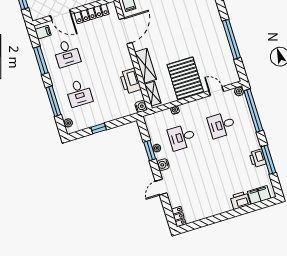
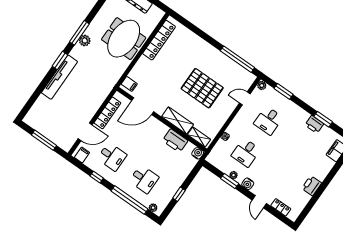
door: (126, 31) -> (143, 106), swing flipped
window: (231, 39) -> (237, 59), moved
window: (41, 60) -> (97, 177), width x0.46
pallet: (185, 78) -> (202, 88), moved
window: (53, 101) -> (130, 200), width x1.46
window: (253, 110) -> (283, 91), width x0.47
window: (268, 160) -> (323, 119), width x0.69
printer: (240, 200) -> (312, 186), moved
locker: (179, 216) -> (281, 207), moved

